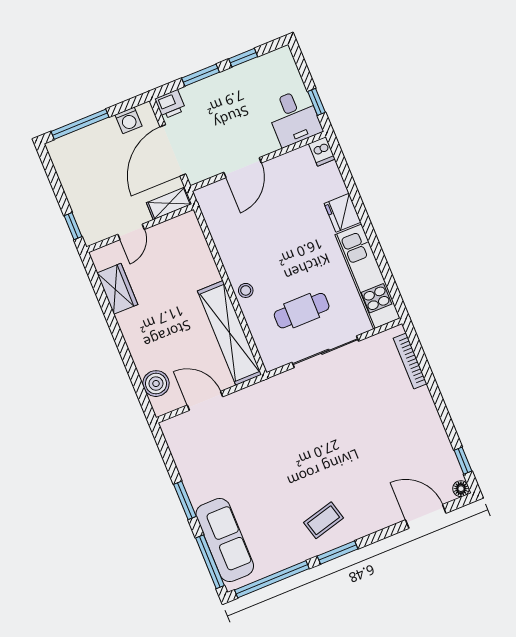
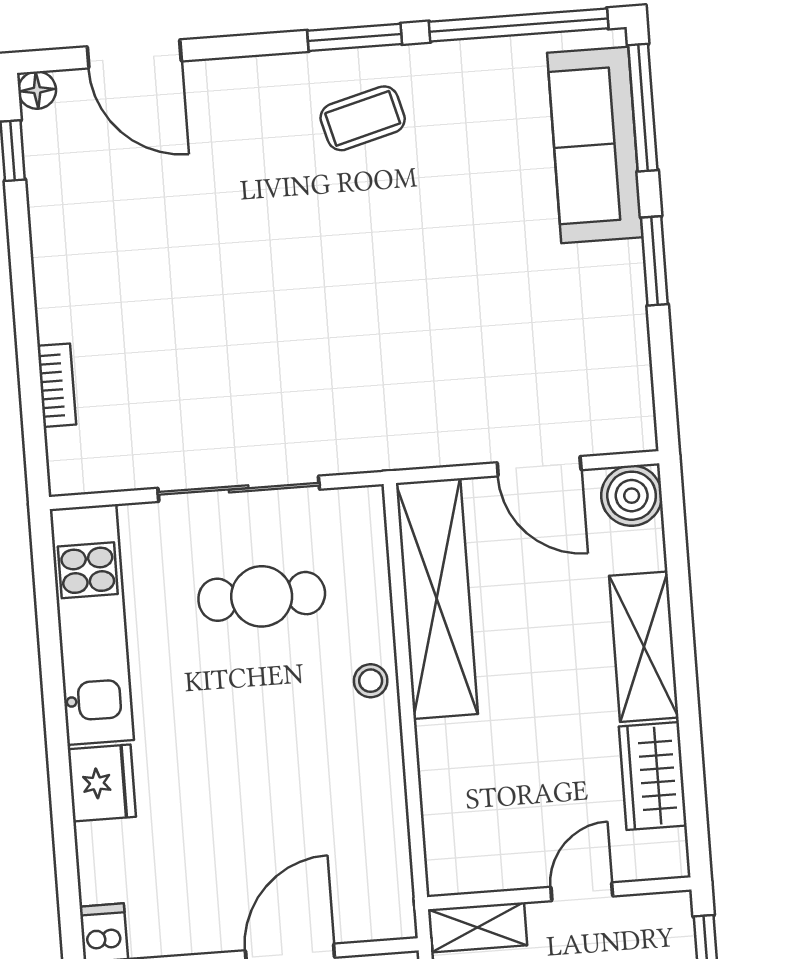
shelving: (138, 341) -> (644, 647), added
bookcase: (410, 361) -> (57, 385), width x0.64
boiler: (156, 384) -> (632, 496), moved

